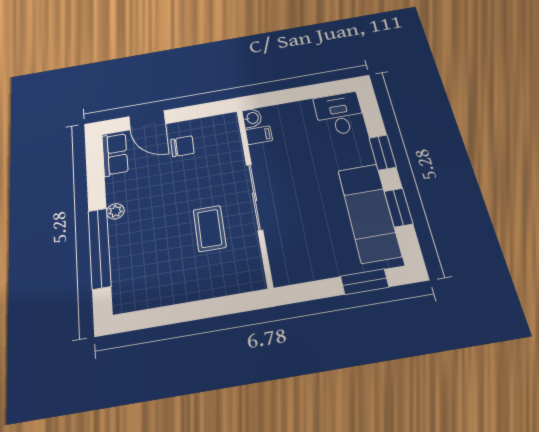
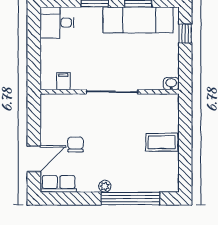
washbasin: (252, 118) -> (171, 84), moved
chair: (182, 146) -> (76, 144), moved
coffee table: (210, 228) -> (162, 142), moved
window: (365, 282) -> (185, 34), width x0.67

